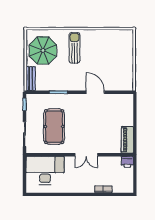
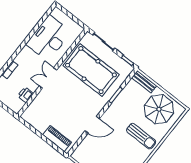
pool table: (54, 127) -> (91, 70), width x1.36, depth x1.32
piano: (127, 140) -> (57, 139), moved
printer: (127, 162) -> (26, 95), moved
desk: (45, 171) -> (49, 38), moved, turned 180

